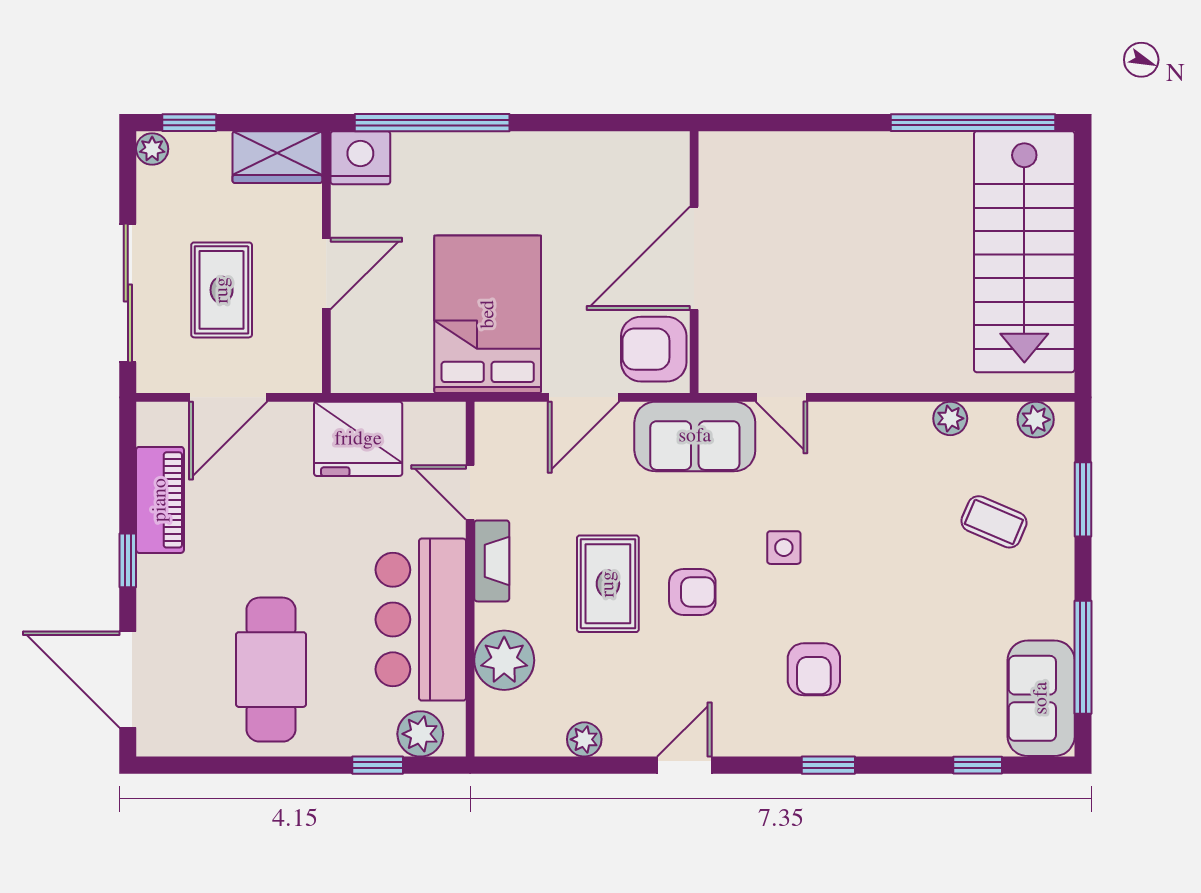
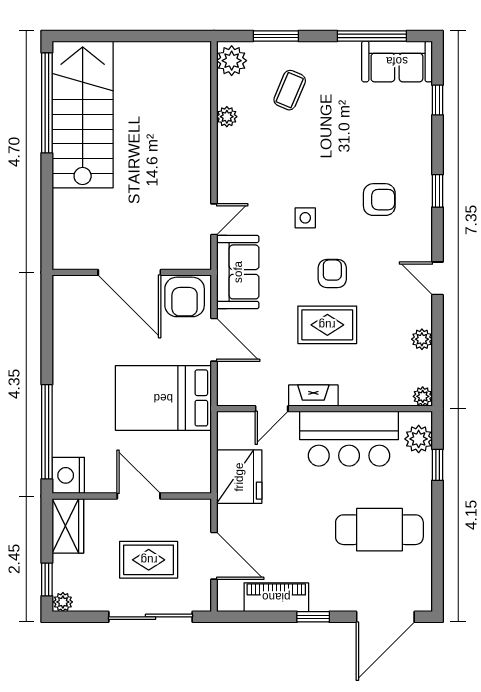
stairs: (1024, 252) -> (83, 114), moved, turned -90
plant: (1036, 420) -> (232, 61), width x1.38, depth x1.38
plant: (504, 660) -> (423, 396), moved, width x0.53, depth x0.53

